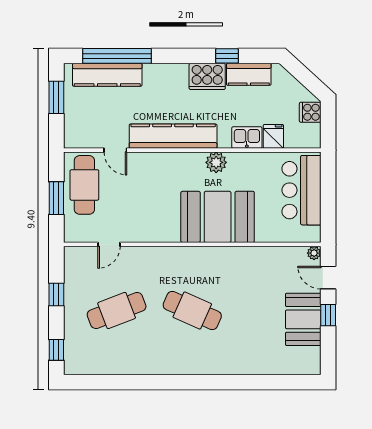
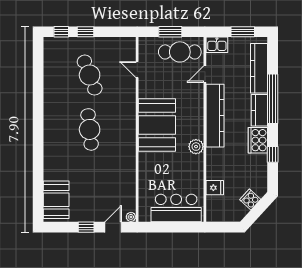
window: (117, 56) -> (273, 99), moved
kitchen counter: (249, 74) -> (259, 110), moved
cooker: (310, 112) -> (250, 199), moved, turned -48
kitchen sink: (247, 138) -> (217, 45), moved, turned 90
booth: (218, 217) -> (157, 125), moved
window: (56, 295) -> (85, 32), moved
cafe table: (192, 311) -> (90, 129), turned -30
booth: (303, 319) -> (56, 200), moved, turned 90

